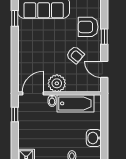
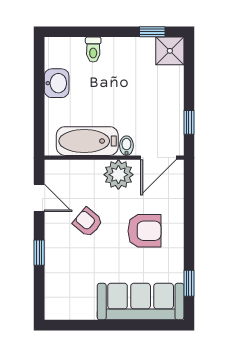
armchair: (88, 27) -> (145, 231), moved

